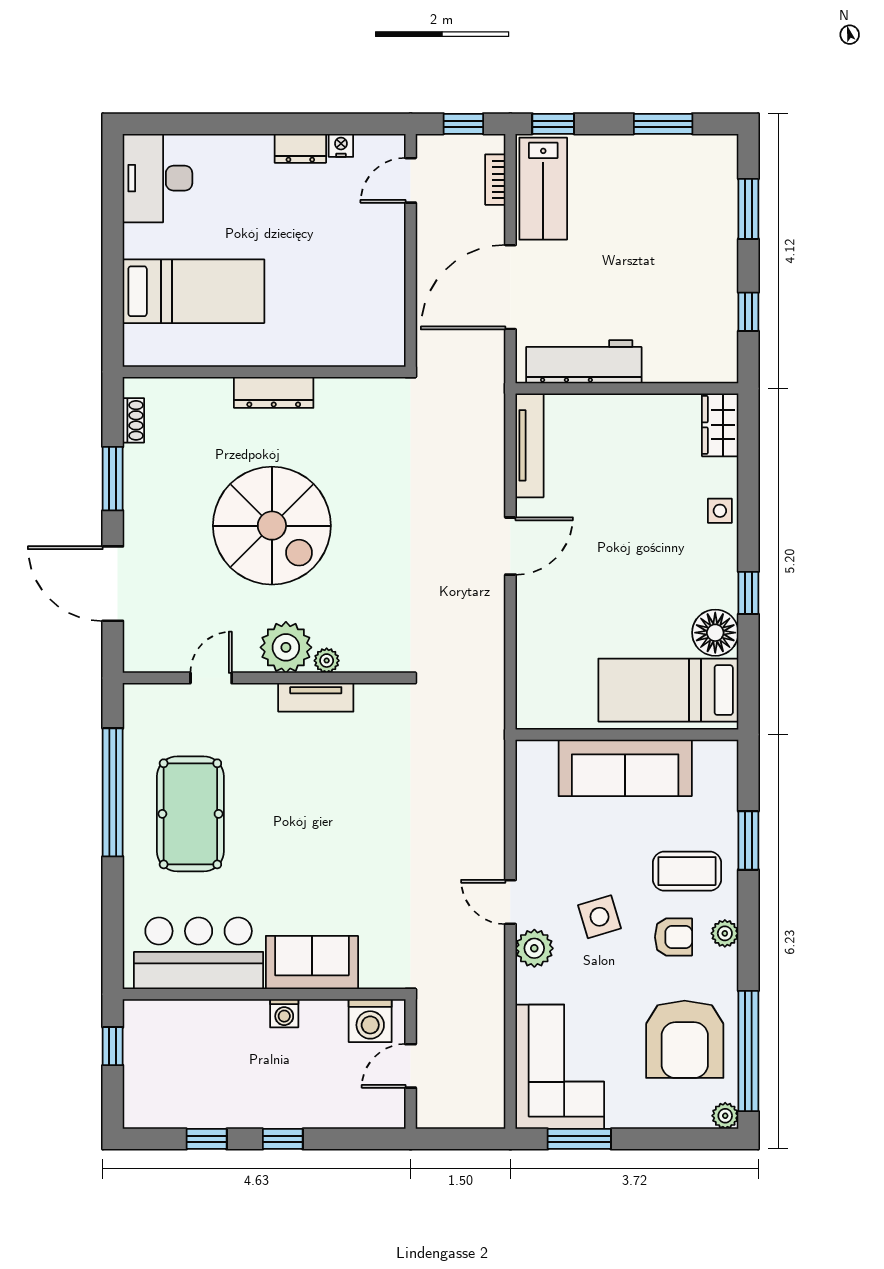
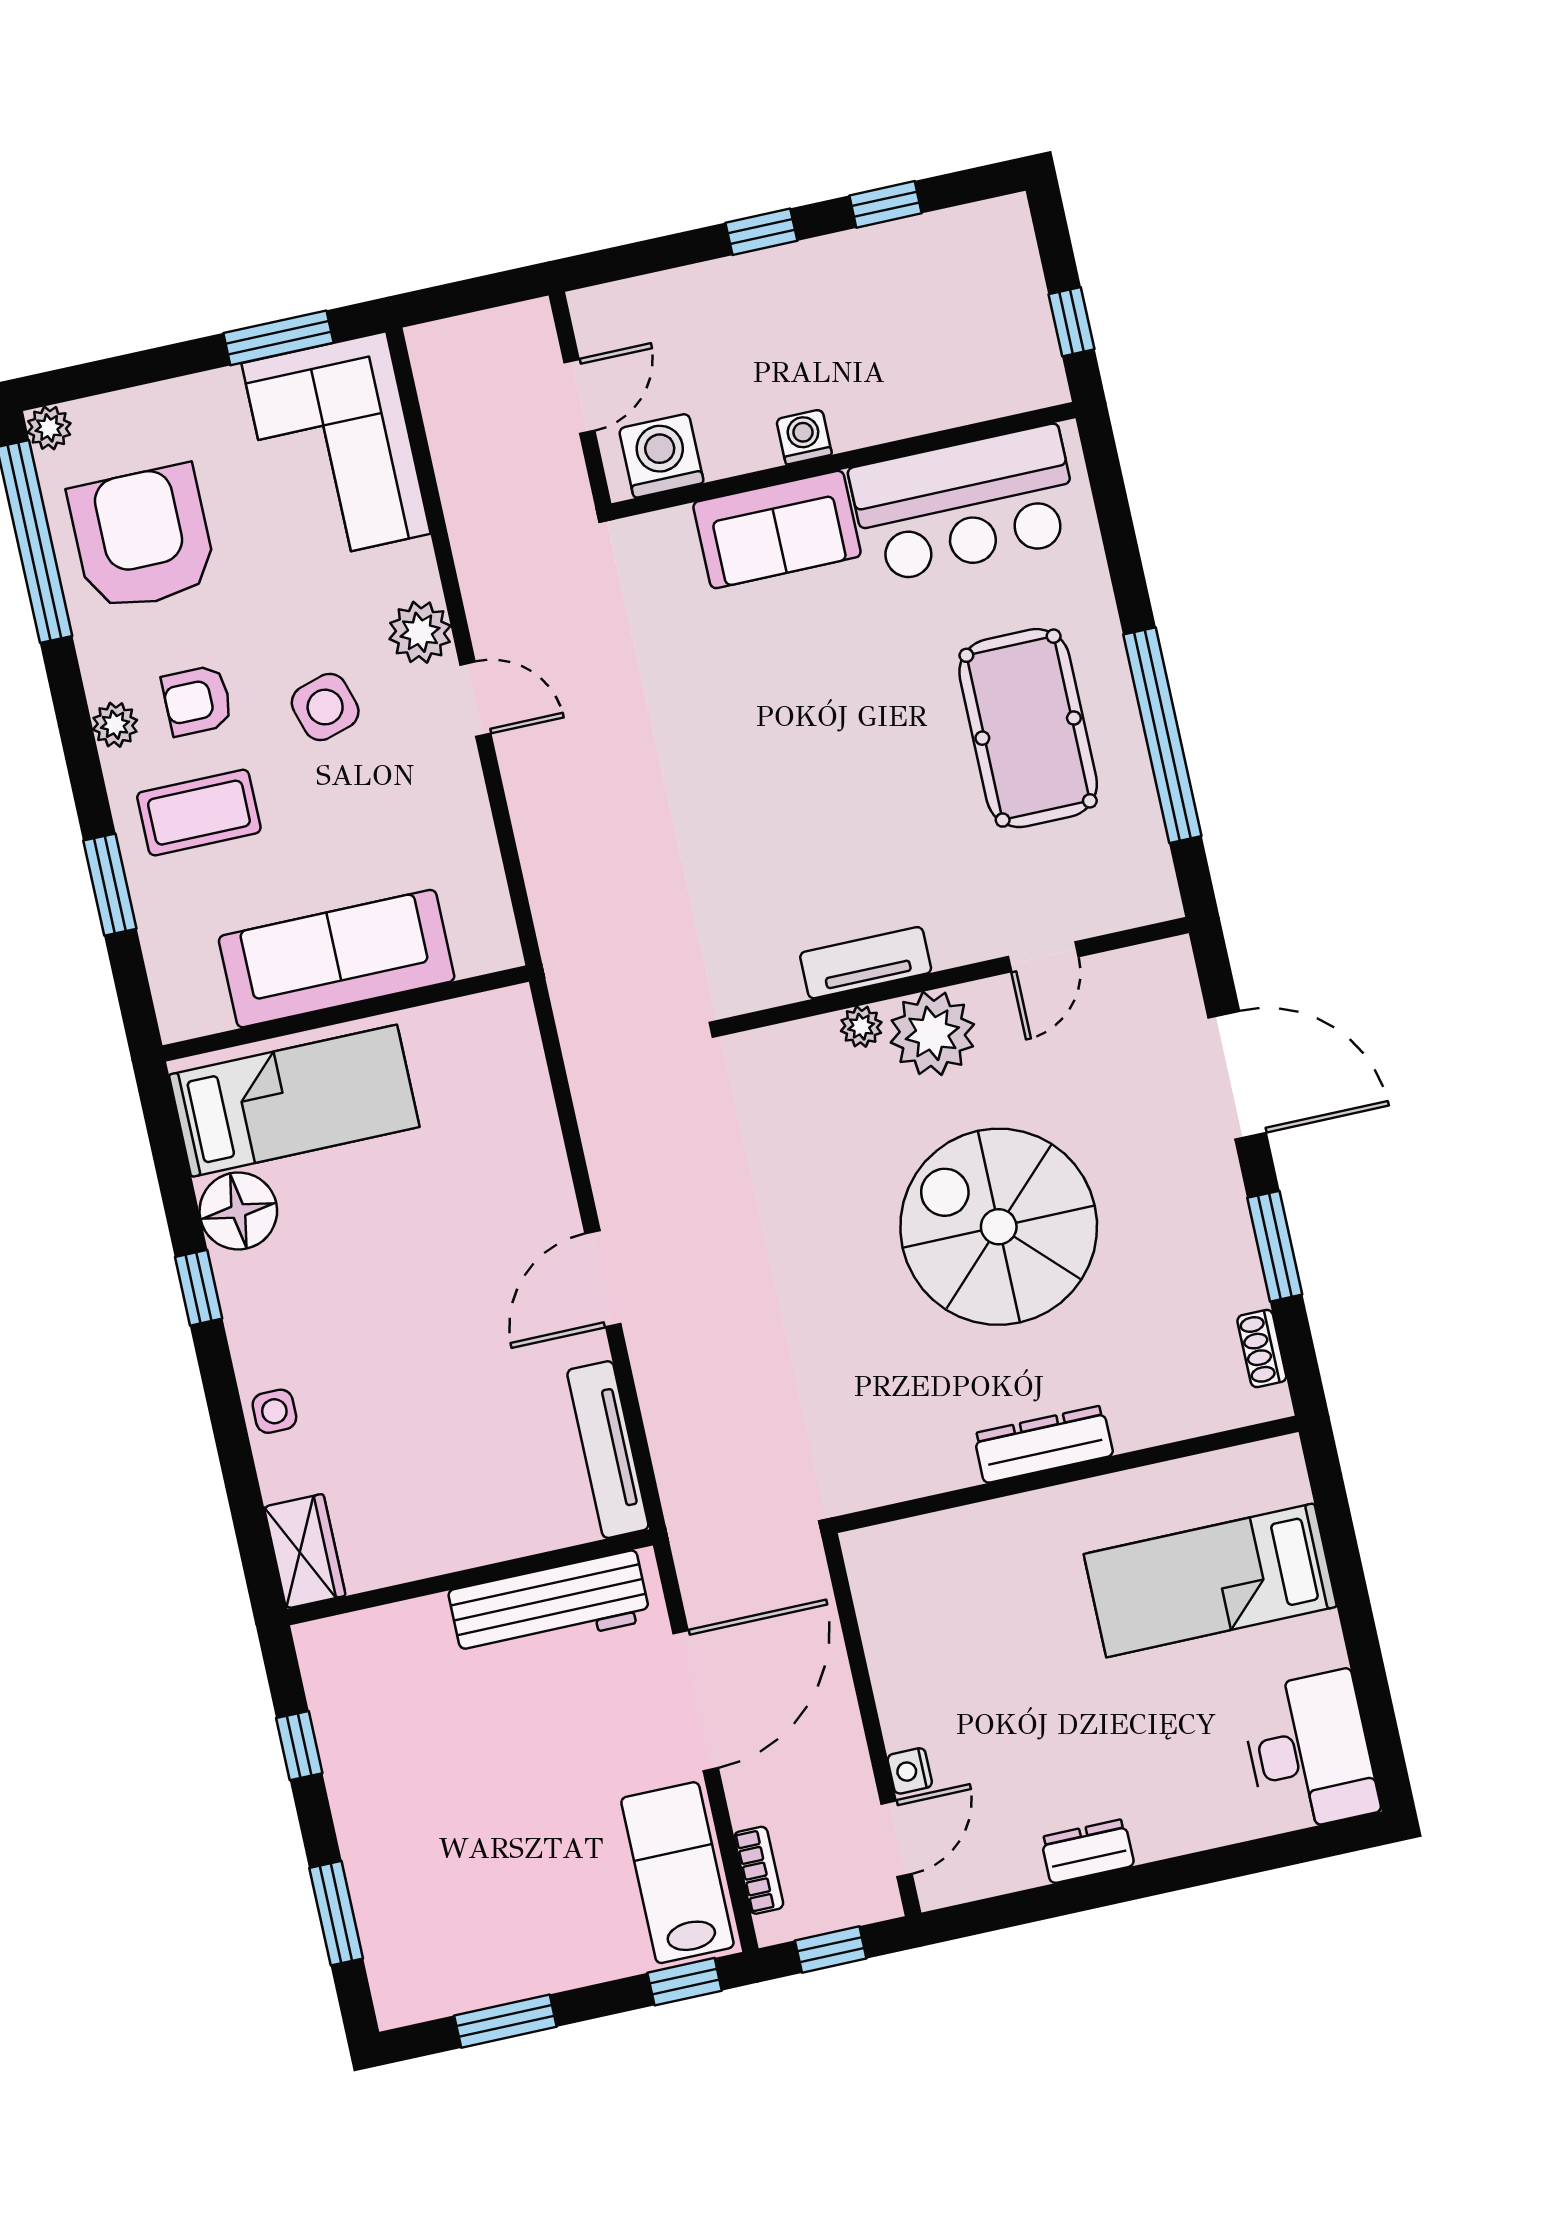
nightstand: (341, 145) -> (910, 1771), moved, turned 90

